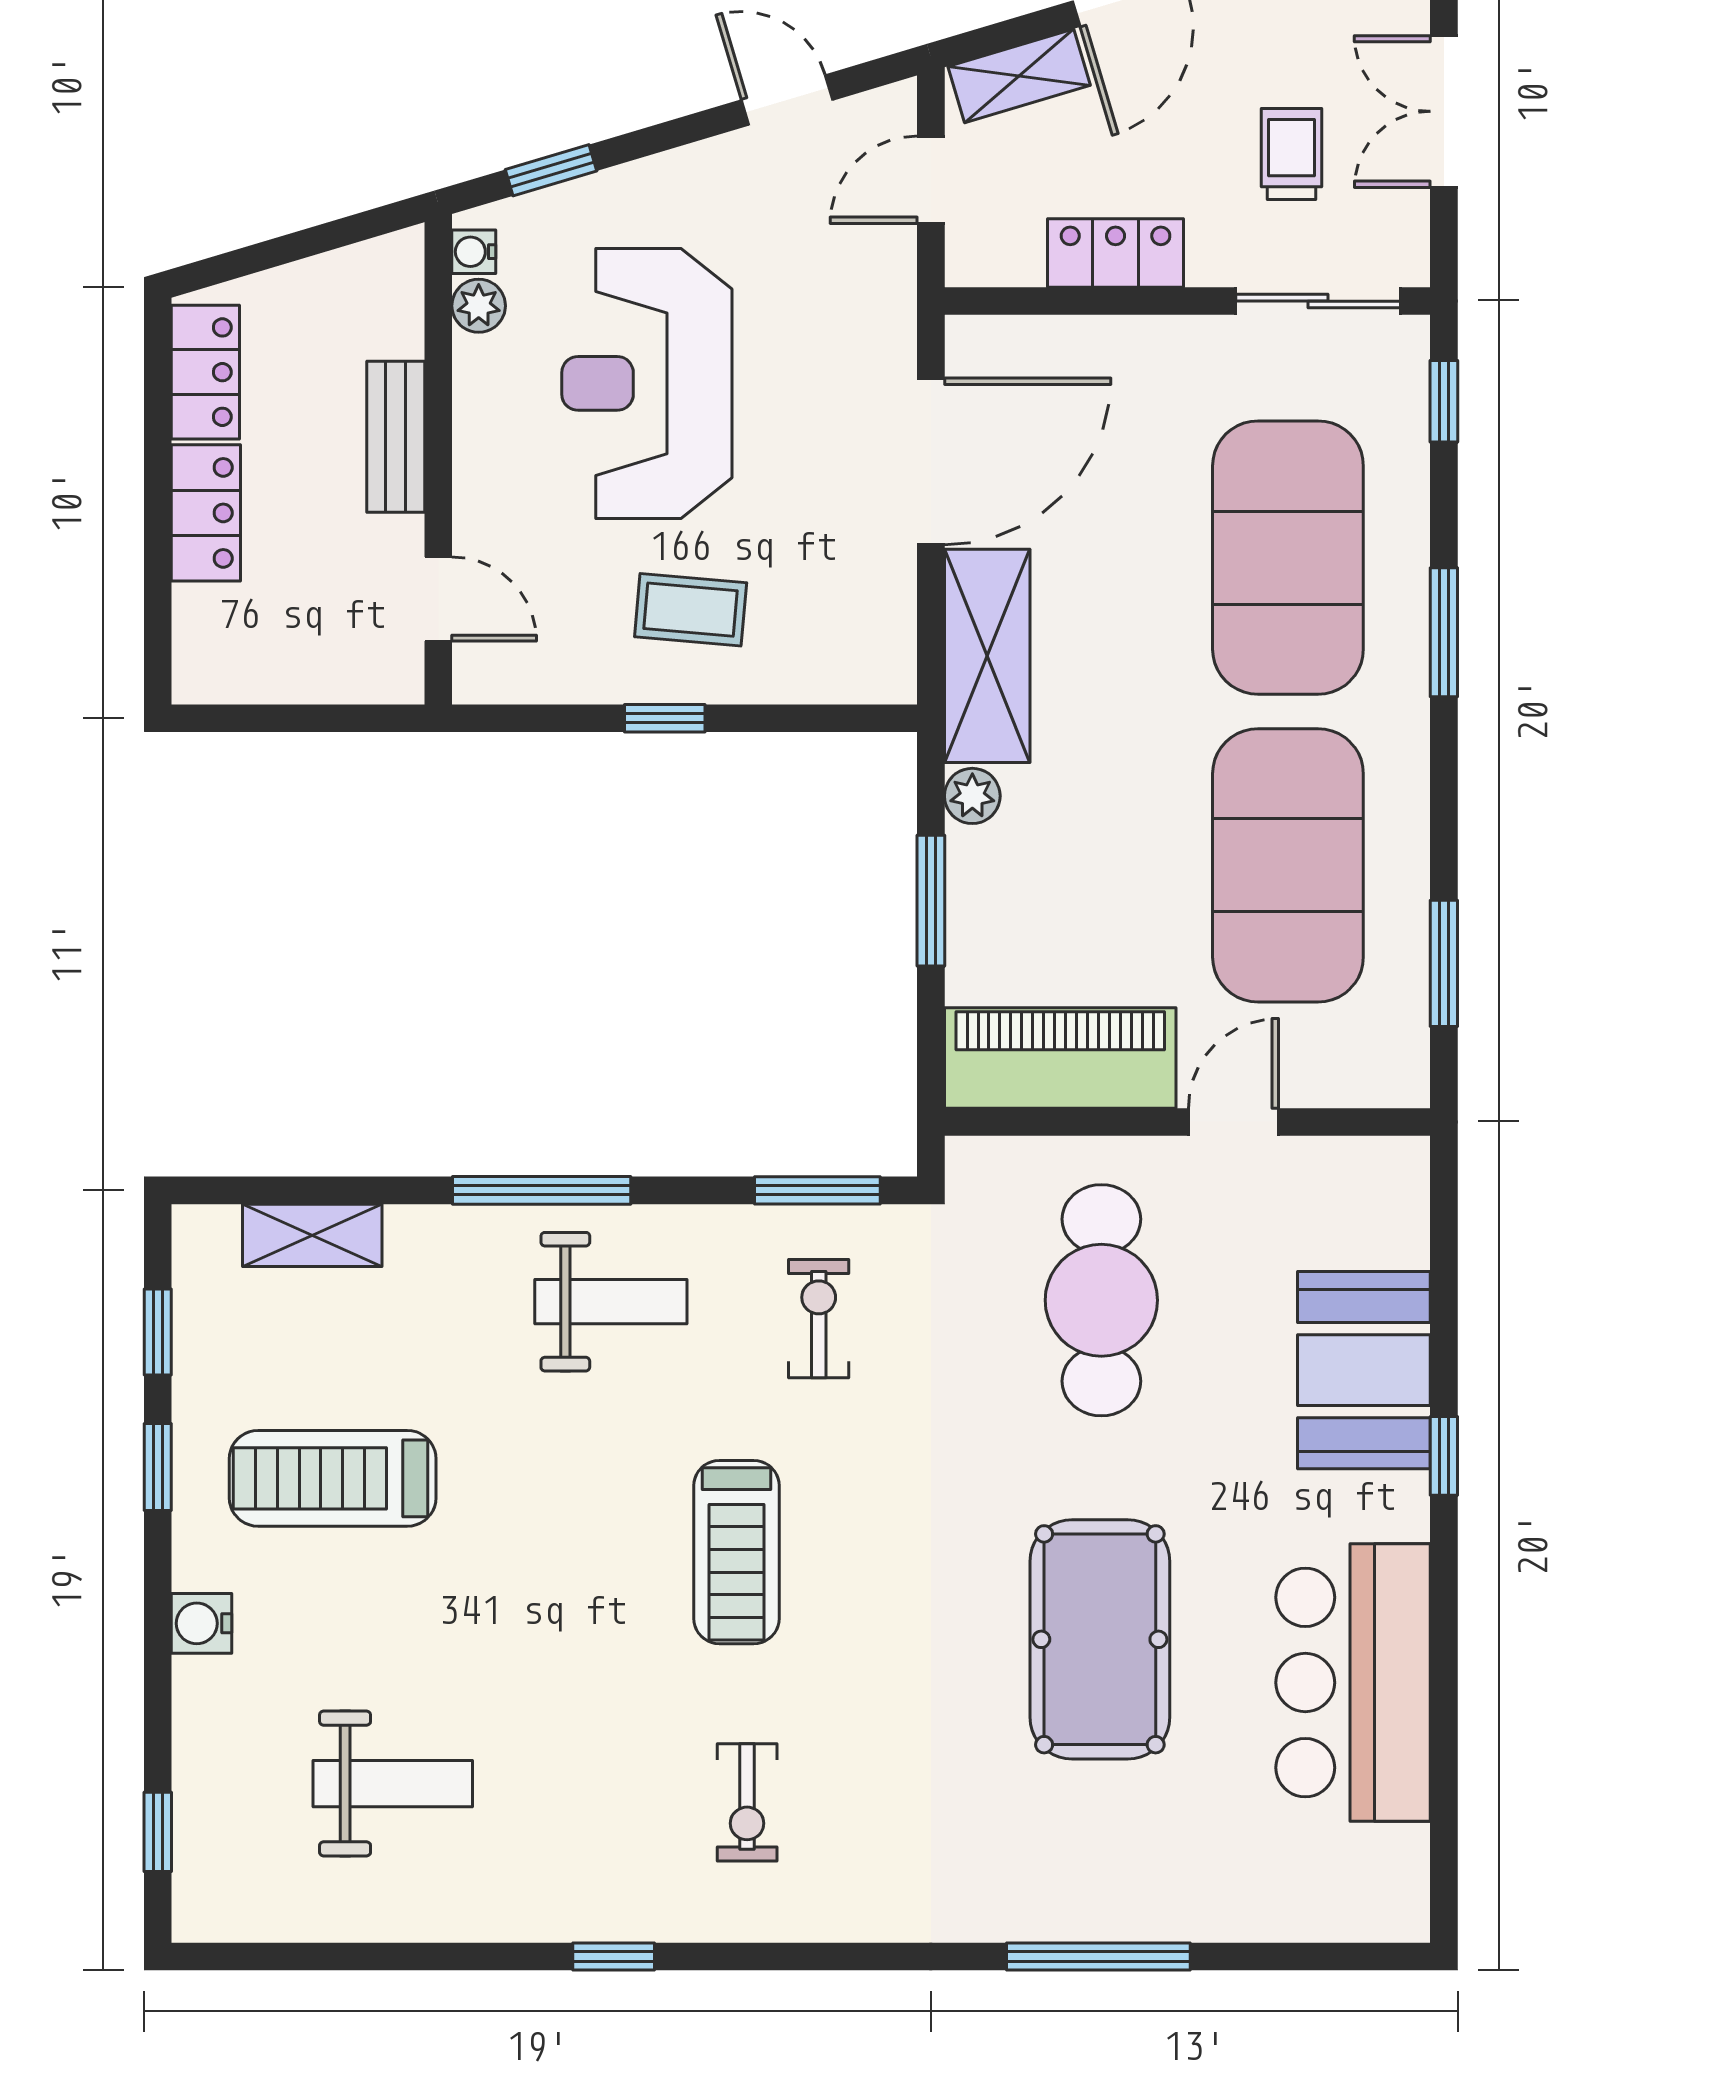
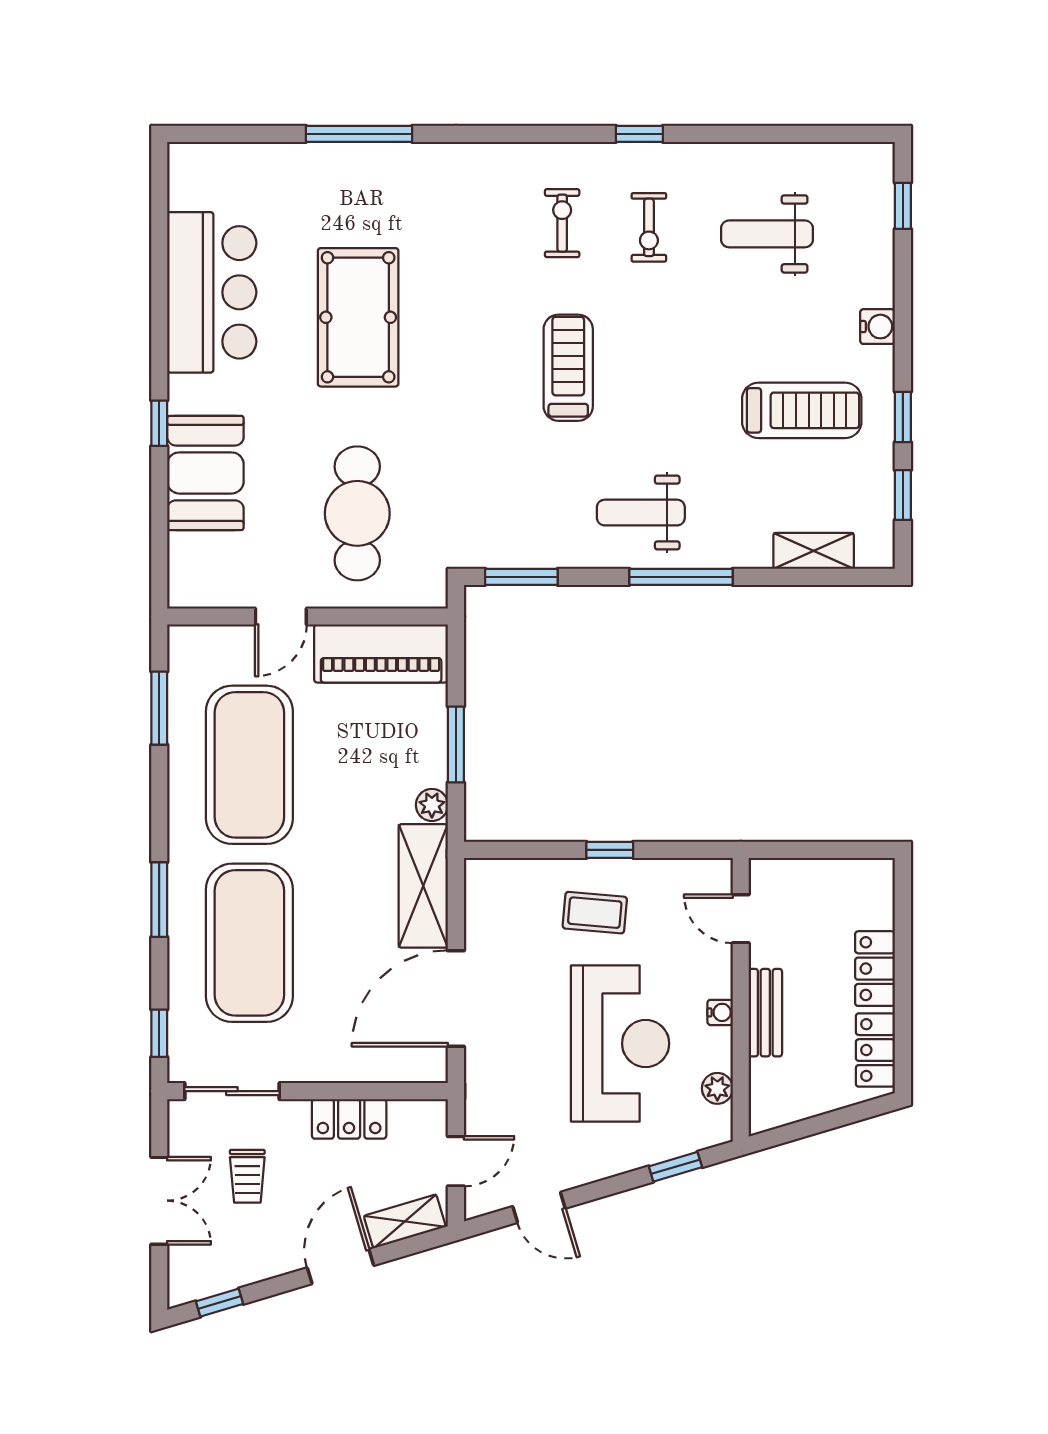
water cooler: (474, 252) -> (720, 1012), moved
exercise bike: (819, 1319) -> (649, 227), moved

